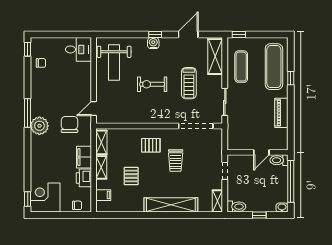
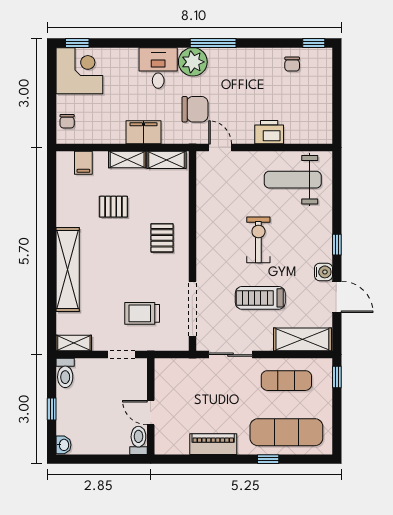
water cooler: (153, 43) -> (323, 272), moved
desk: (78, 49) -> (158, 68), moved, turned 180
trolley: (176, 161) -> (142, 313), moved
printer: (84, 178) -> (269, 132), moved
window: (291, 181) -> (105, 459), removed

